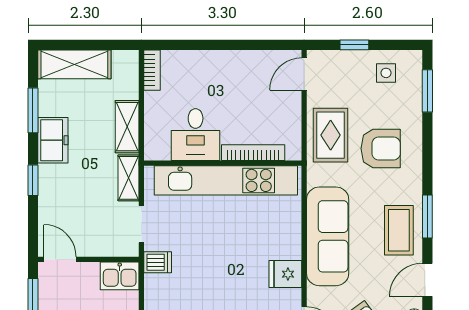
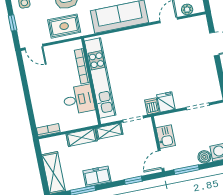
window: (33, 180) -> (133, 180), moved
fridge: (285, 274) -> (166, 102), moved, turned 180
kitchen sink: (120, 276) -> (166, 137), moved

